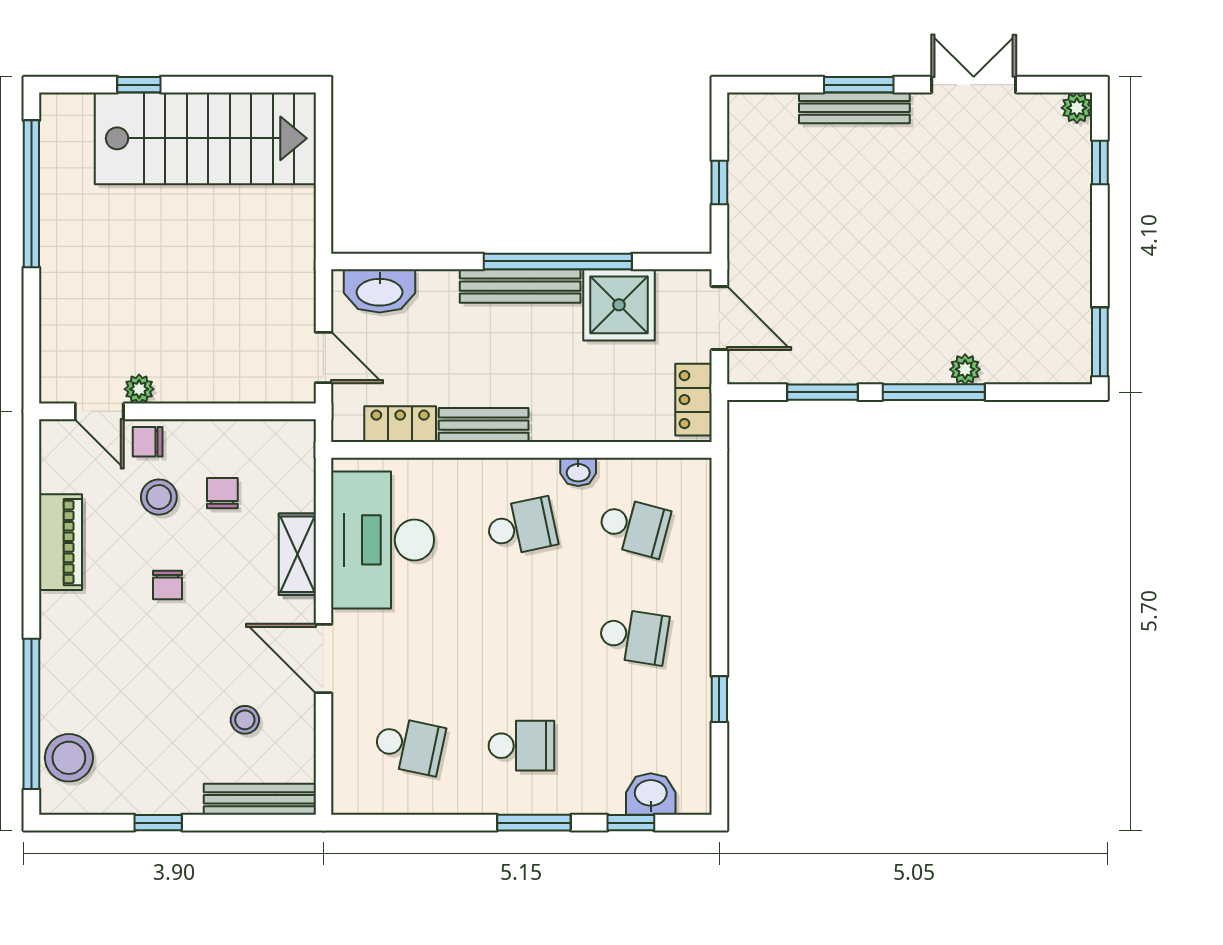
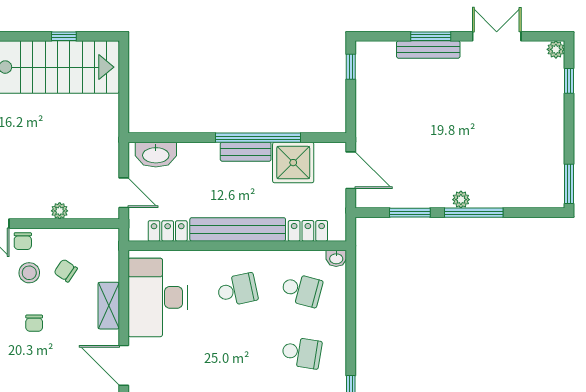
window: (139, 85) -> (64, 36), moved
window: (719, 182) -> (351, 67), moved
bench: (520, 286) -> (246, 152), width x0.73
plant: (965, 369) -> (461, 200), moved
plant: (139, 389) -> (60, 211), moved
locker: (694, 400) -> (308, 231), moved, turned 90
bench: (484, 425) -> (238, 229), width x1.86, depth x1.21
chair: (148, 442) -> (23, 241), turned -90
washbasin: (578, 472) -> (336, 258), moved
chair: (222, 493) -> (66, 271), turned -56

